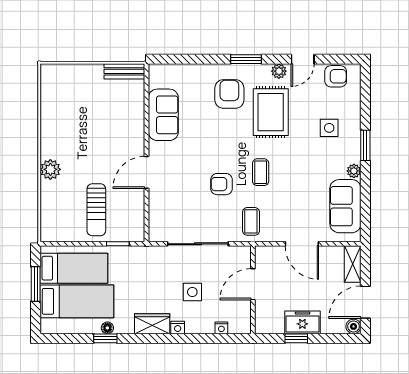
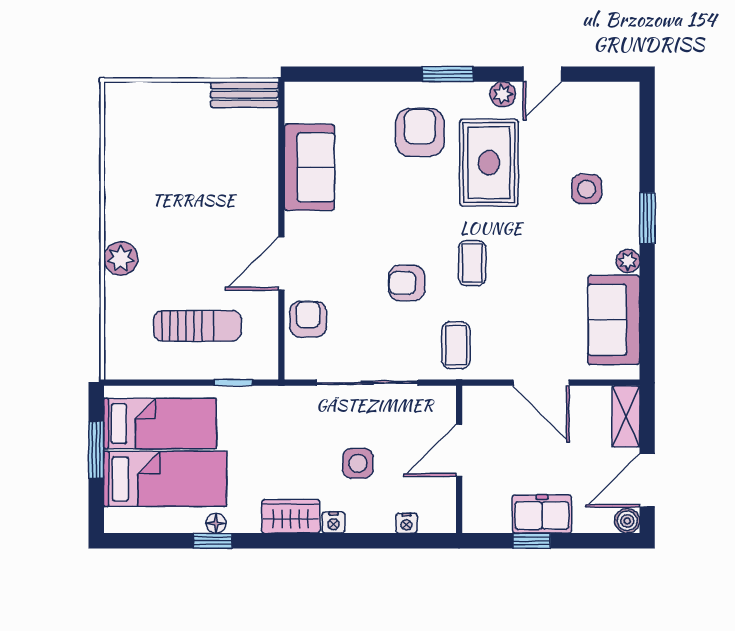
armchair: (336, 76) -> (308, 319), moved, turned -90
sun lounger: (96, 210) -> (198, 326), turned -90

